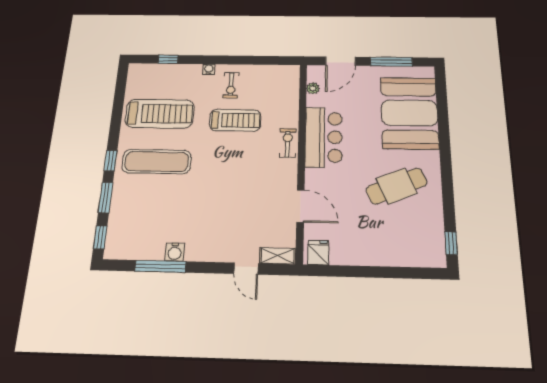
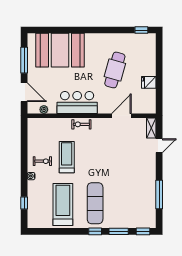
cafe table: (396, 186) -> (115, 70), moved, turned 39
water cooler: (175, 252) -> (151, 187), removed
fridge: (318, 253) -> (149, 82), moved

